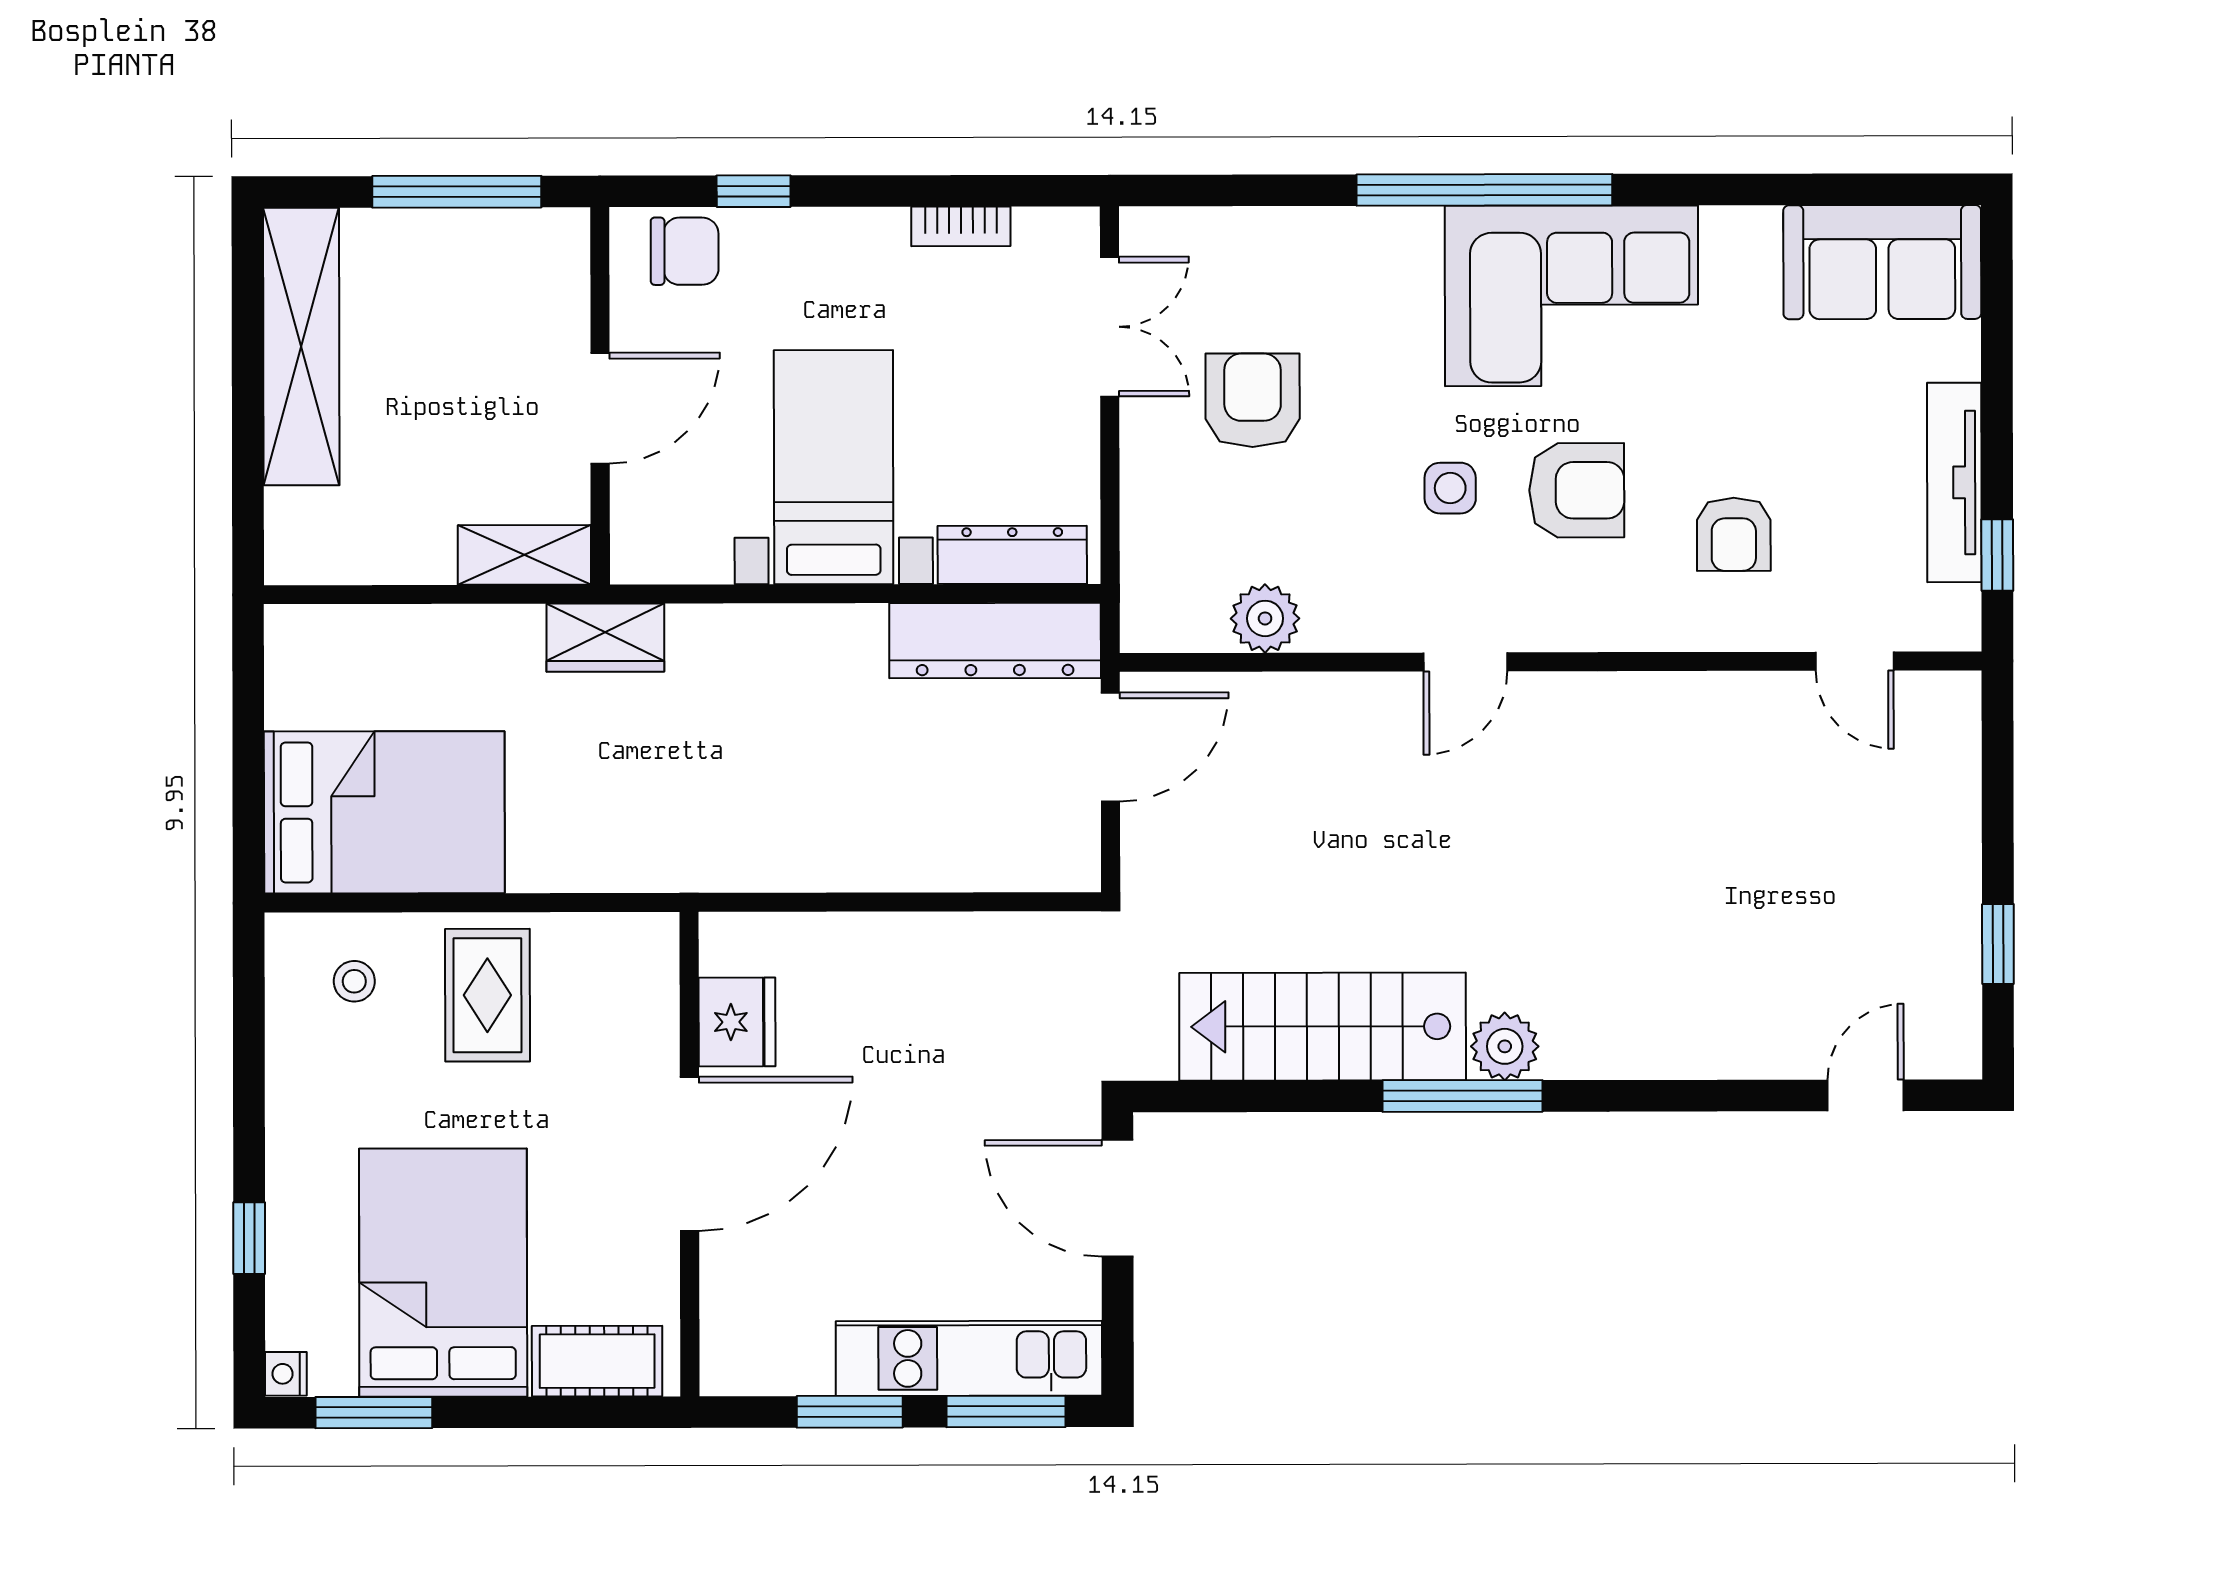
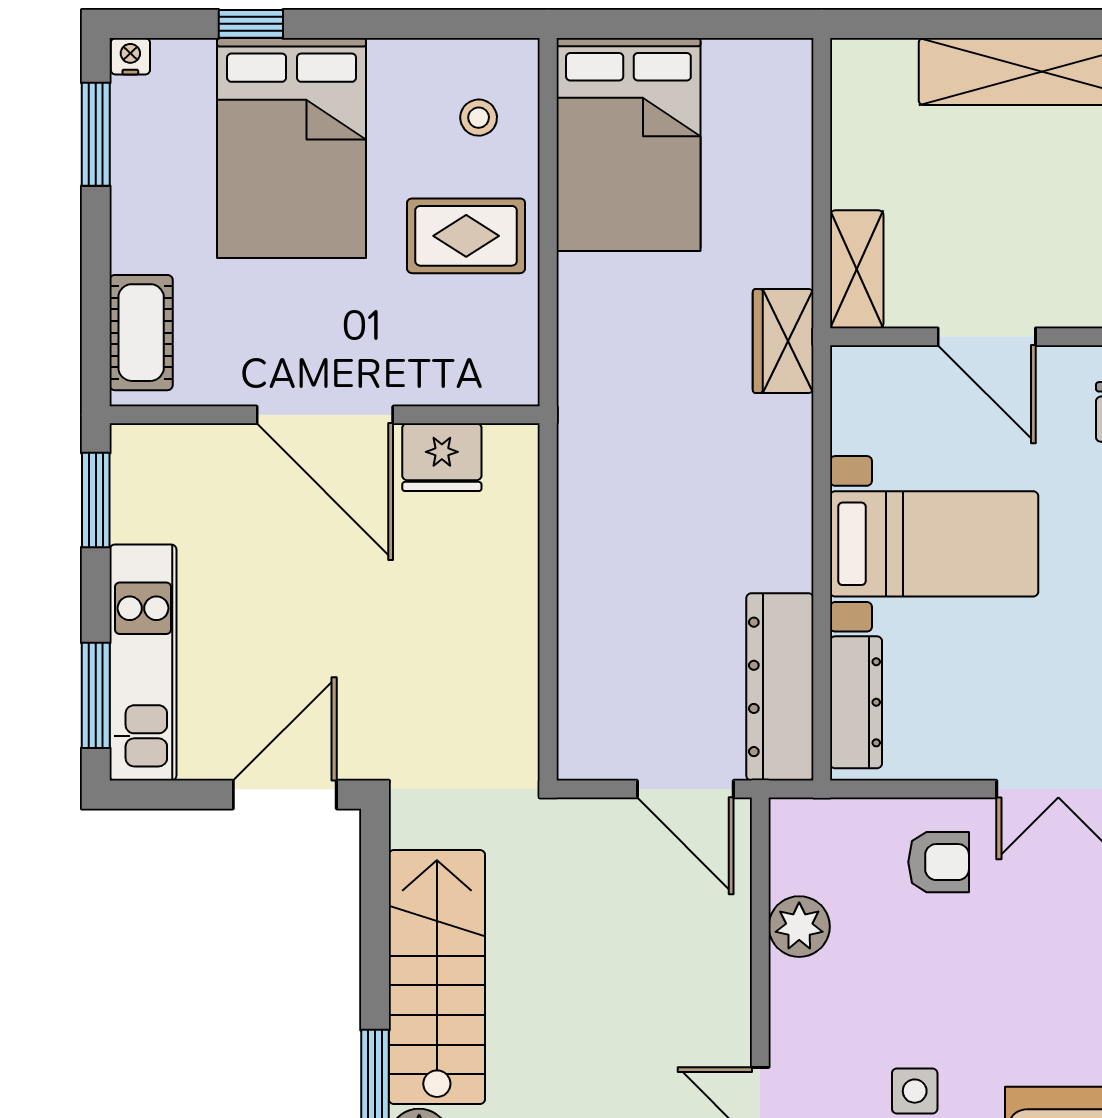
armchair: (1253, 400) -> (939, 862), moved, width x0.72, depth x0.72
bed: (443, 1273) -> (292, 148), moved, turned 90
window: (850, 1412) -> (96, 500), moved

